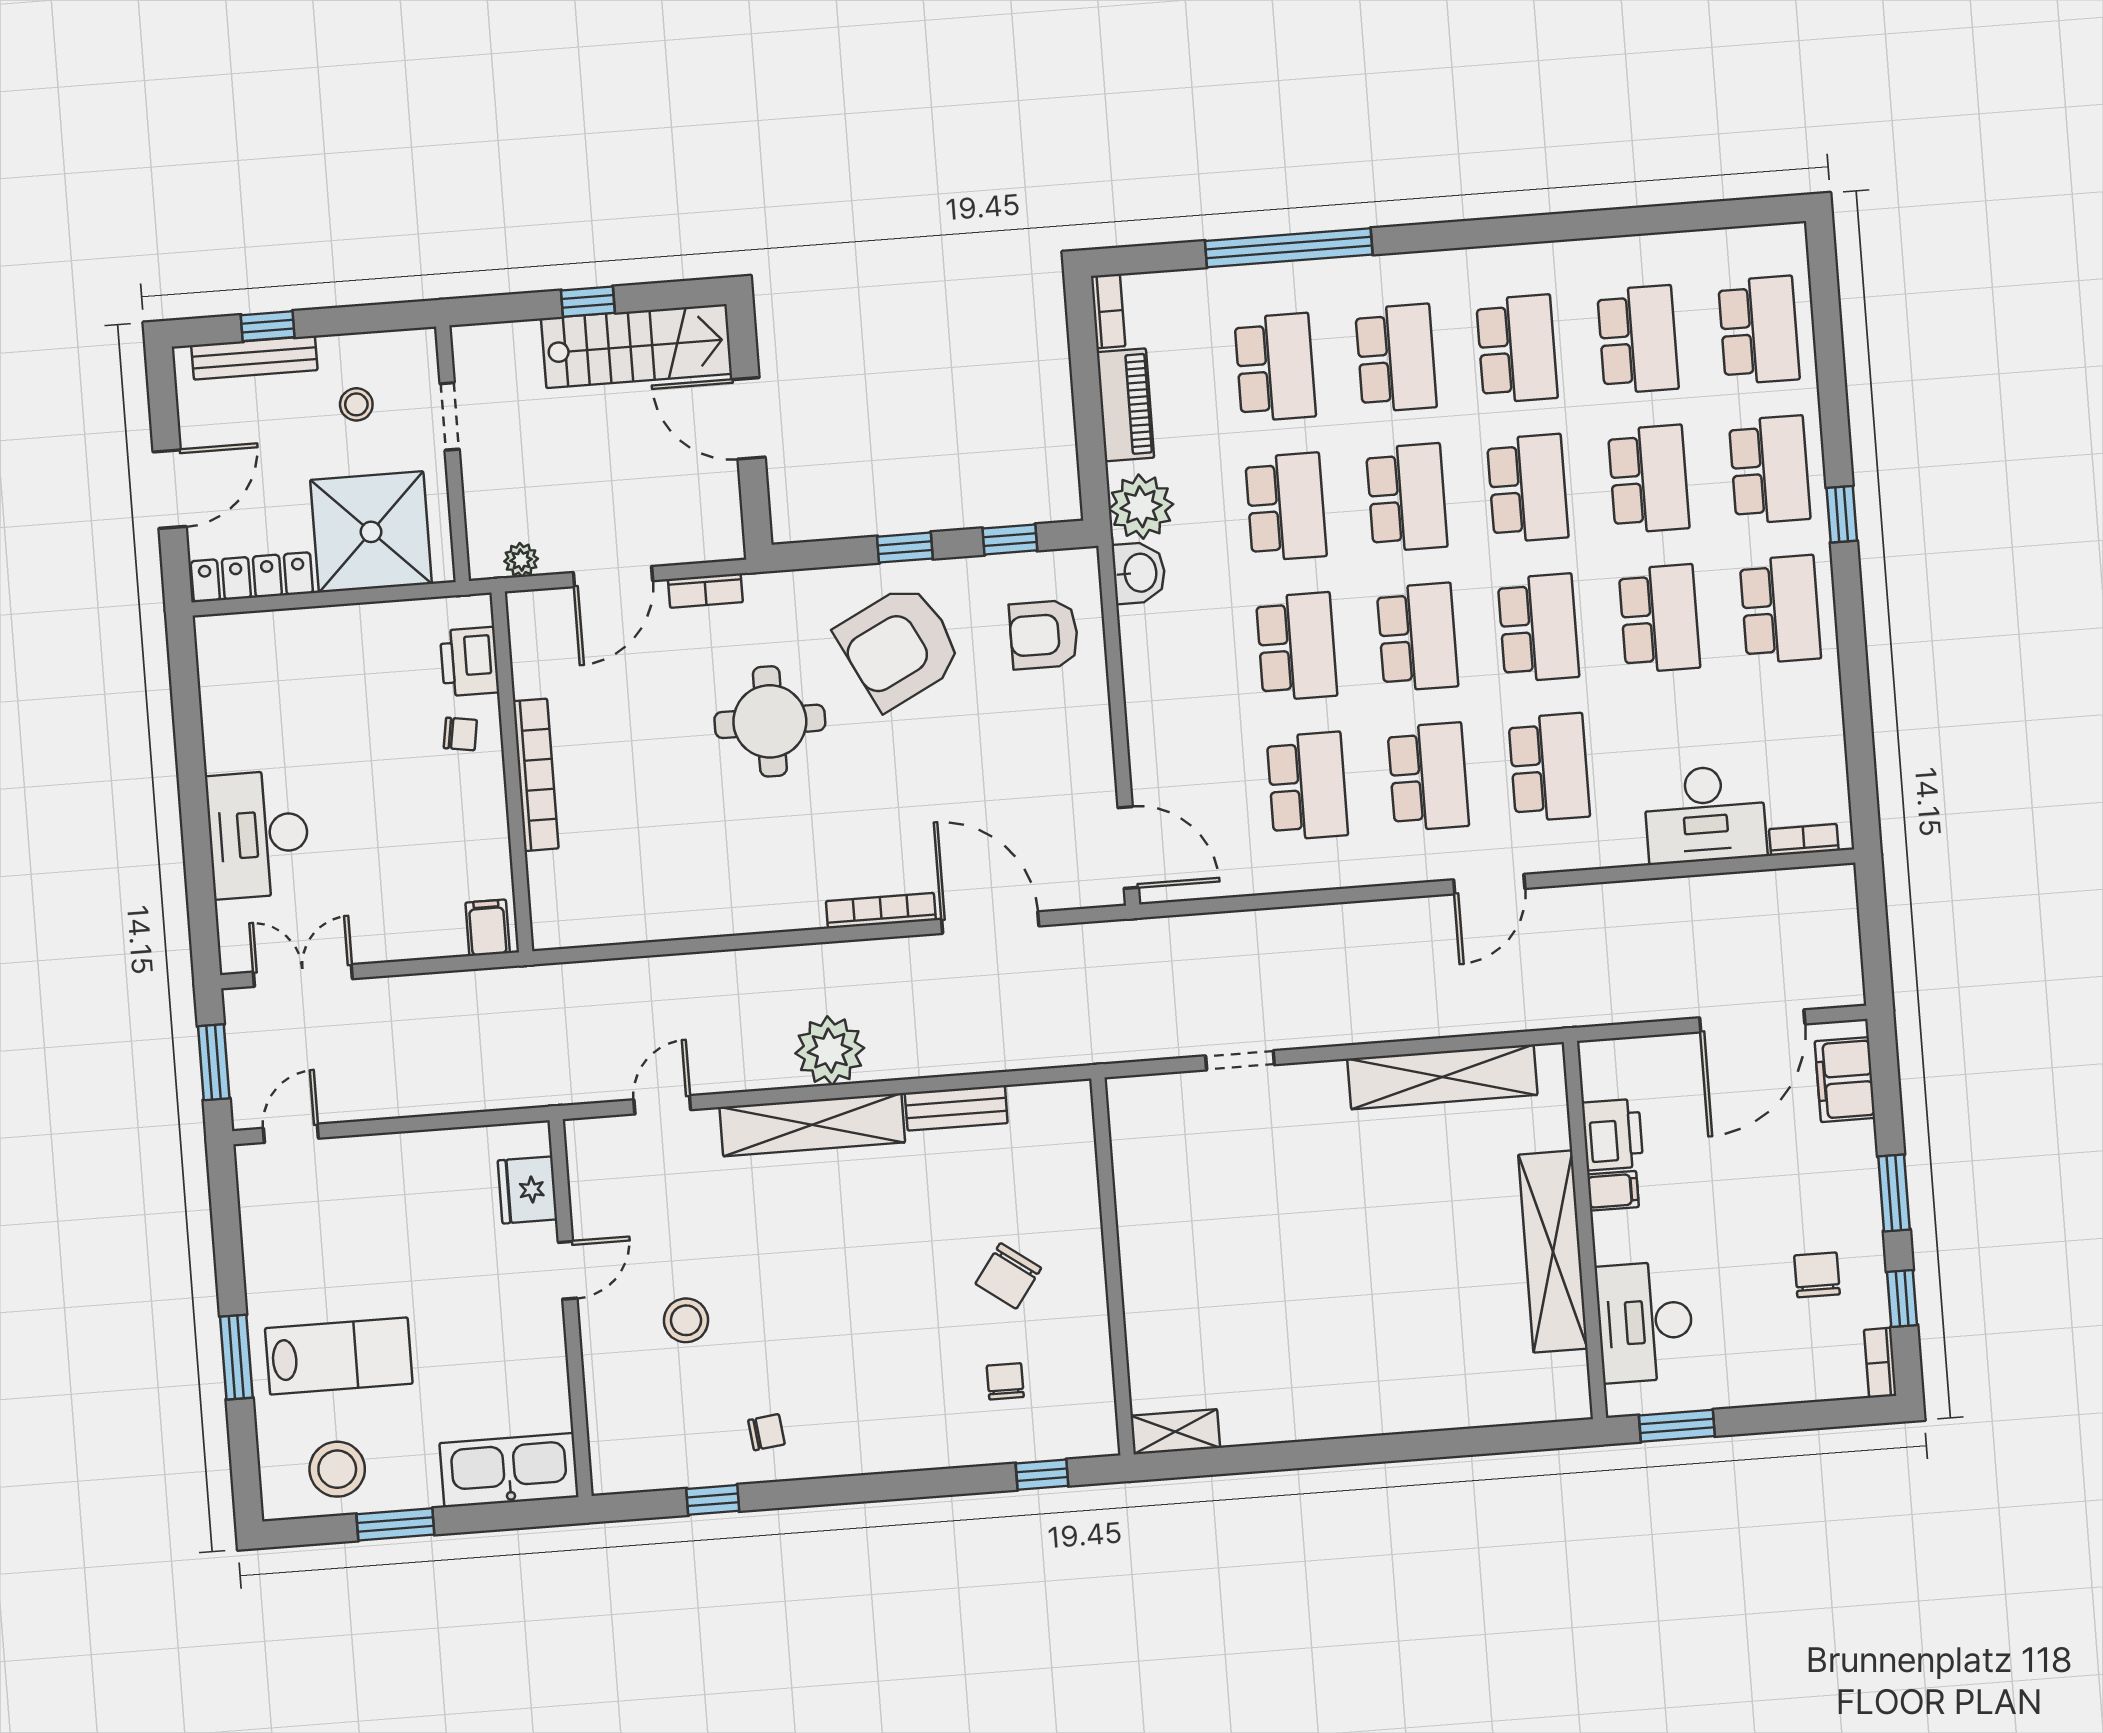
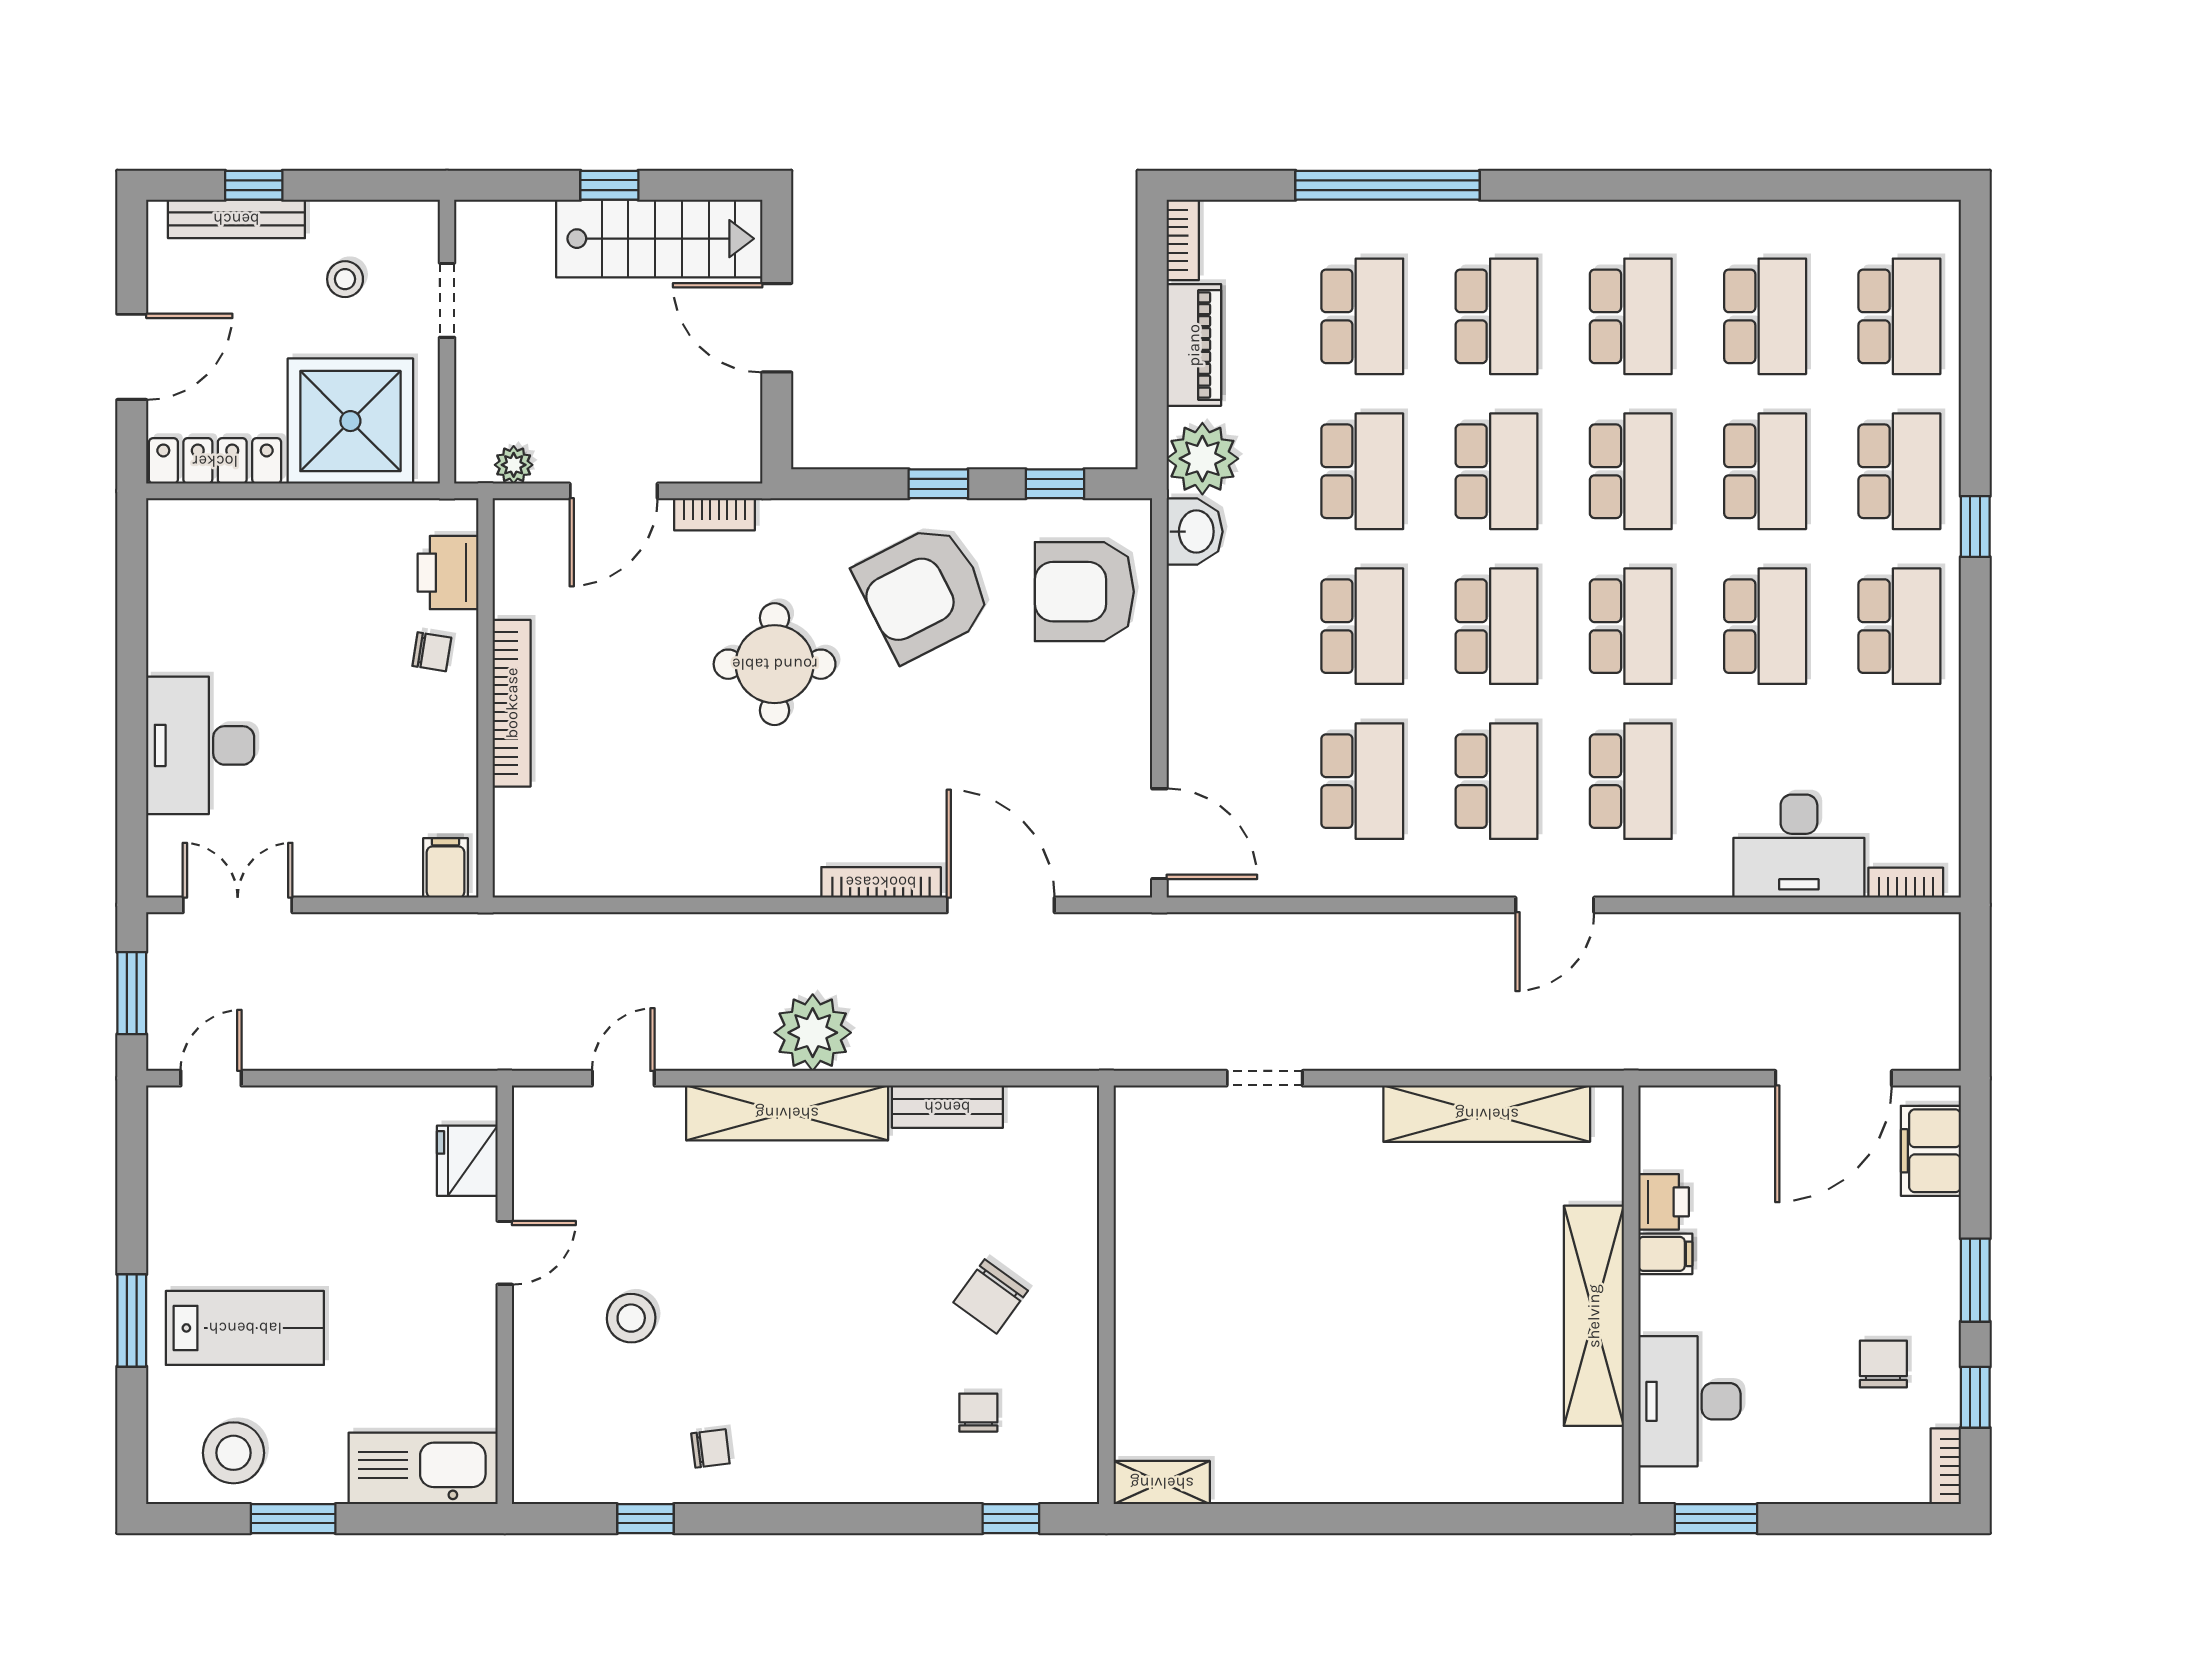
armchair: (1044, 635) -> (1084, 592), width x1.36, depth x1.36
printer: (1613, 1135) -> (1664, 1202), width x0.73, depth x0.81

